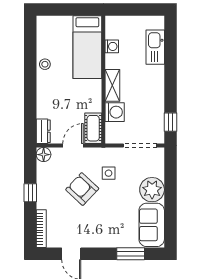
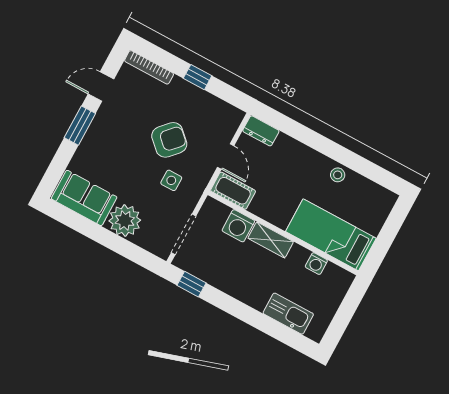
floor lamp: (44, 155) -> (234, 117), removed
window: (131, 254) -> (80, 126), moved

